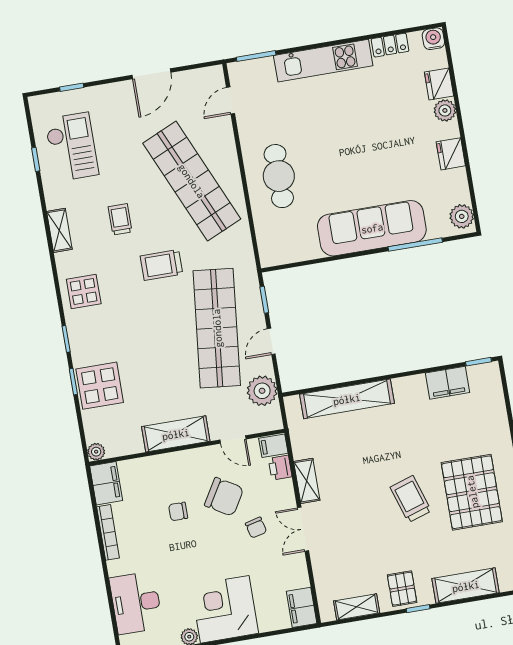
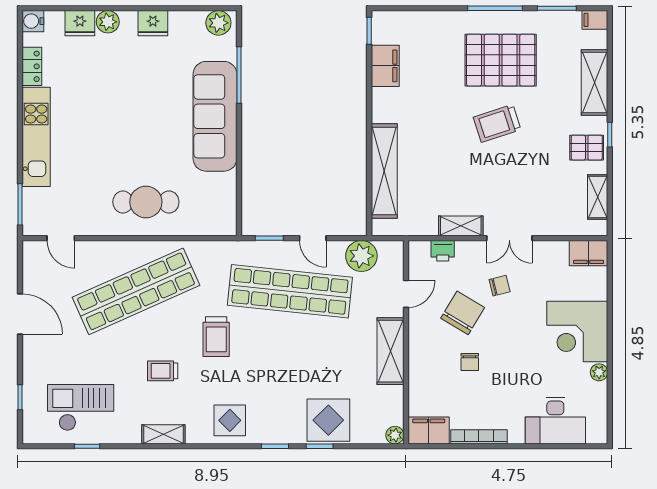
filing cabinet: (273, 446) -> (419, 254), removed

